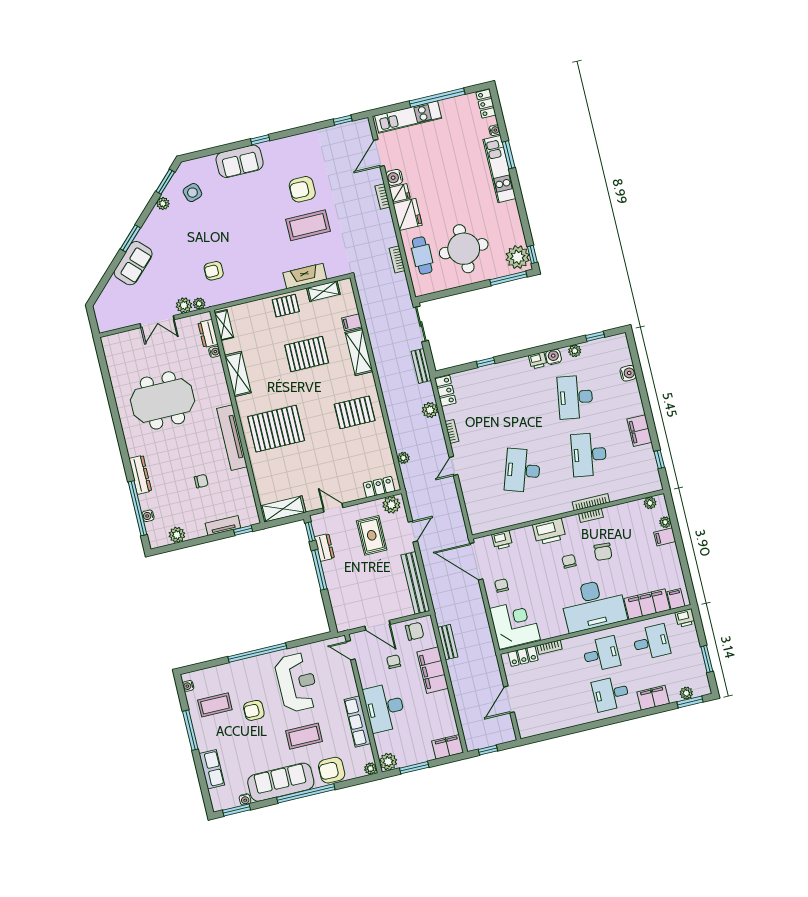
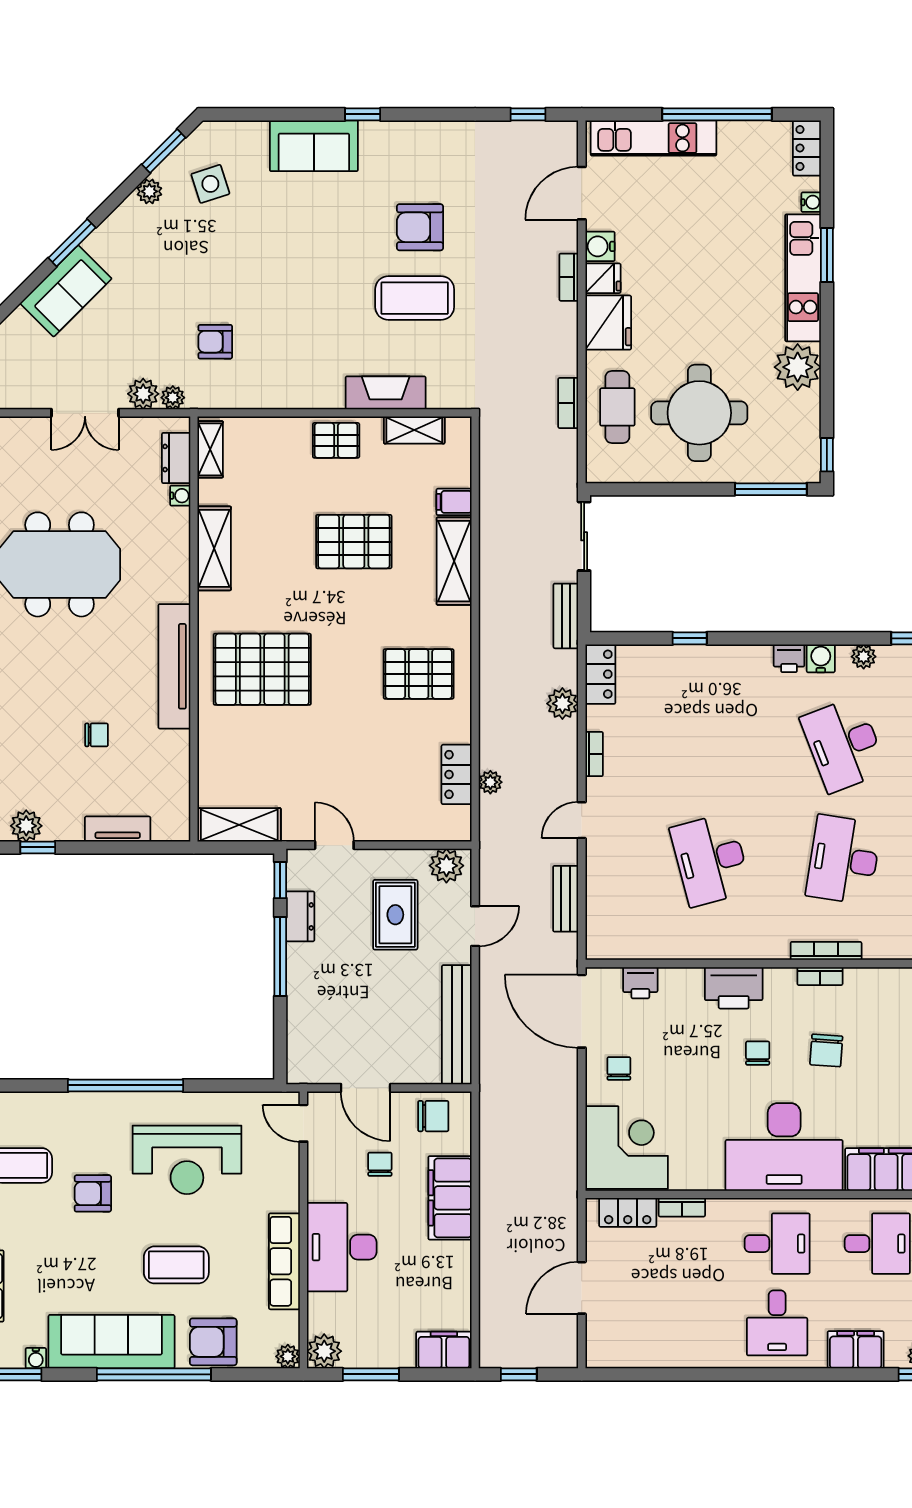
plant: (518, 257) -> (798, 367), moved
desk: (575, 397) -> (844, 745), turned -30
desk: (522, 470) -> (711, 860), turned -33
locker: (379, 487) -> (457, 774), moved, turned -90
window: (243, 530) -> (38, 847), moved
bench: (448, 642) -> (566, 899), moved
reception desk: (297, 682) -> (187, 1160), turned 90
desk: (611, 694) -> (777, 1323), turned -90

